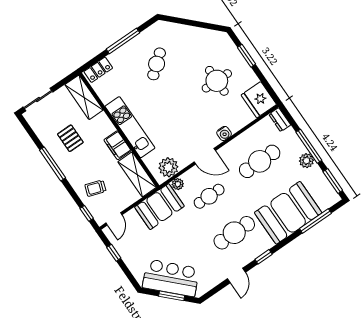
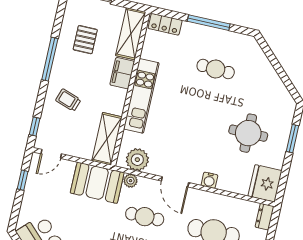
cafe table: (157, 64) -> (216, 69), turned 42
pallet: (70, 138) -> (85, 40), moved
filing cabinet: (117, 145) -> (122, 73), moved
trolley: (95, 188) -> (68, 100), moved

